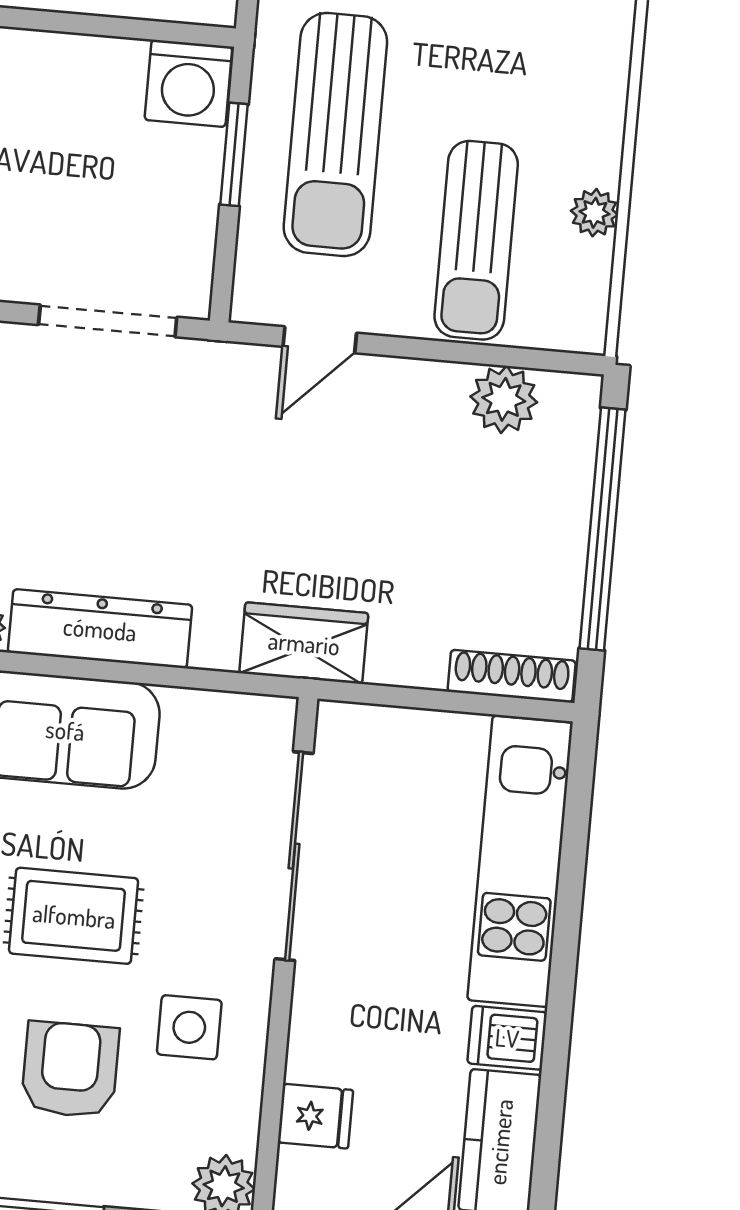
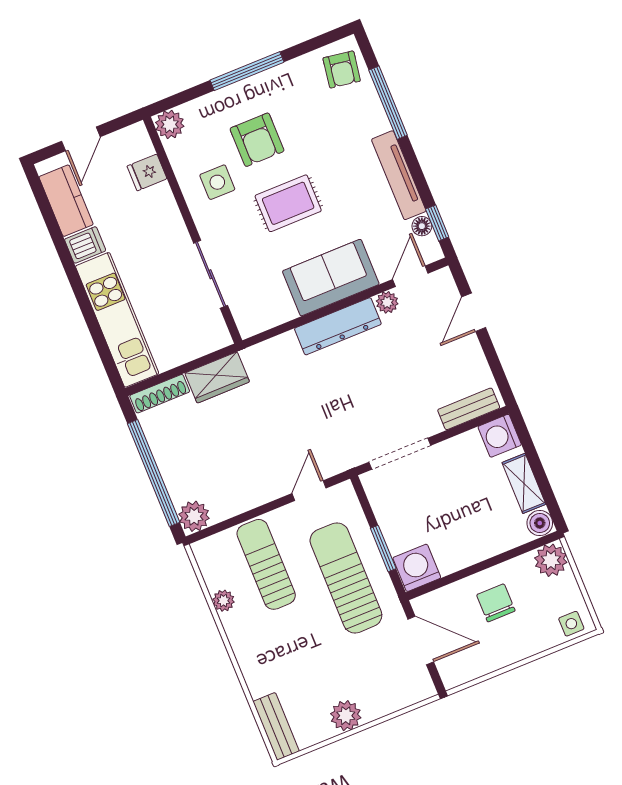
plant: (504, 399) -> (194, 516), moved
wardrobe: (304, 643) -> (217, 377), moved
sliding door: (294, 856) -> (211, 274), width x0.73

